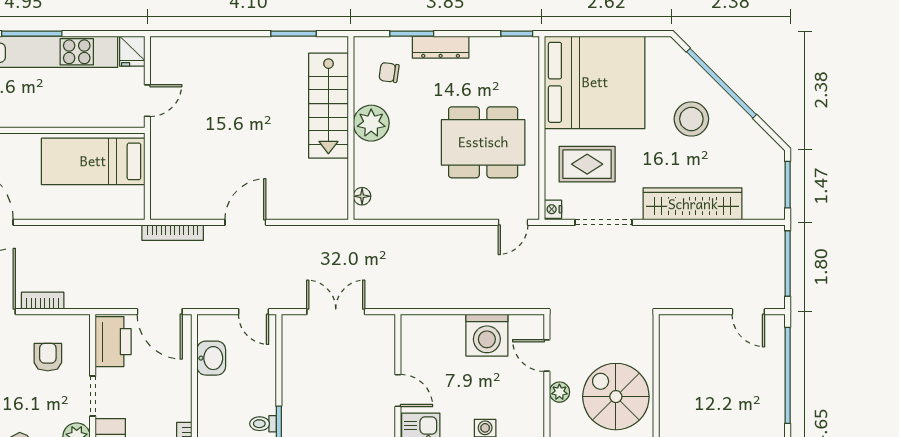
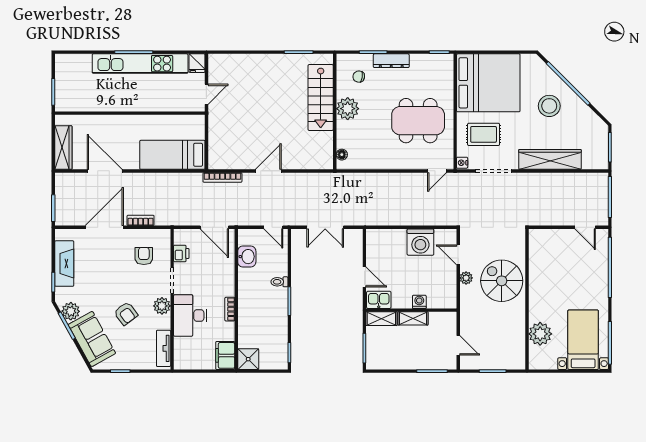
bed: (93, 161) -> (172, 155), moved
double door: (336, 312) -> (325, 227), swing flipped
printer: (113, 342) -> (181, 253), width x0.53, depth x0.68
toilet: (263, 424) -> (279, 282), moved

